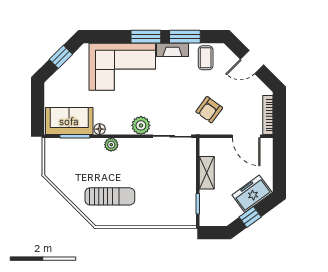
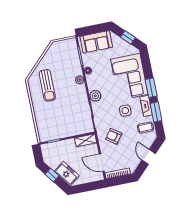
side table: (173, 84) -> (125, 111), added
sofa: (69, 121) -> (96, 42), moved, turned 90
door: (246, 136) -> (102, 163), hinge flipped
shelving: (207, 173) -> (86, 140), moved

